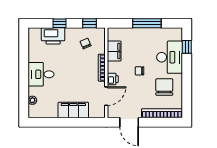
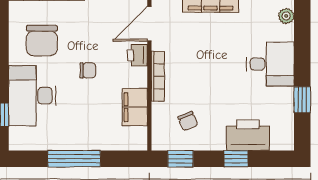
window: (24, 55) -> (302, 100), added

